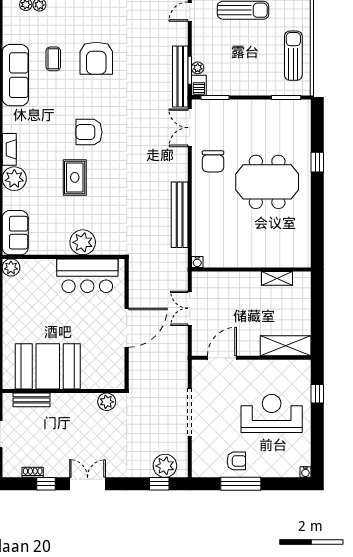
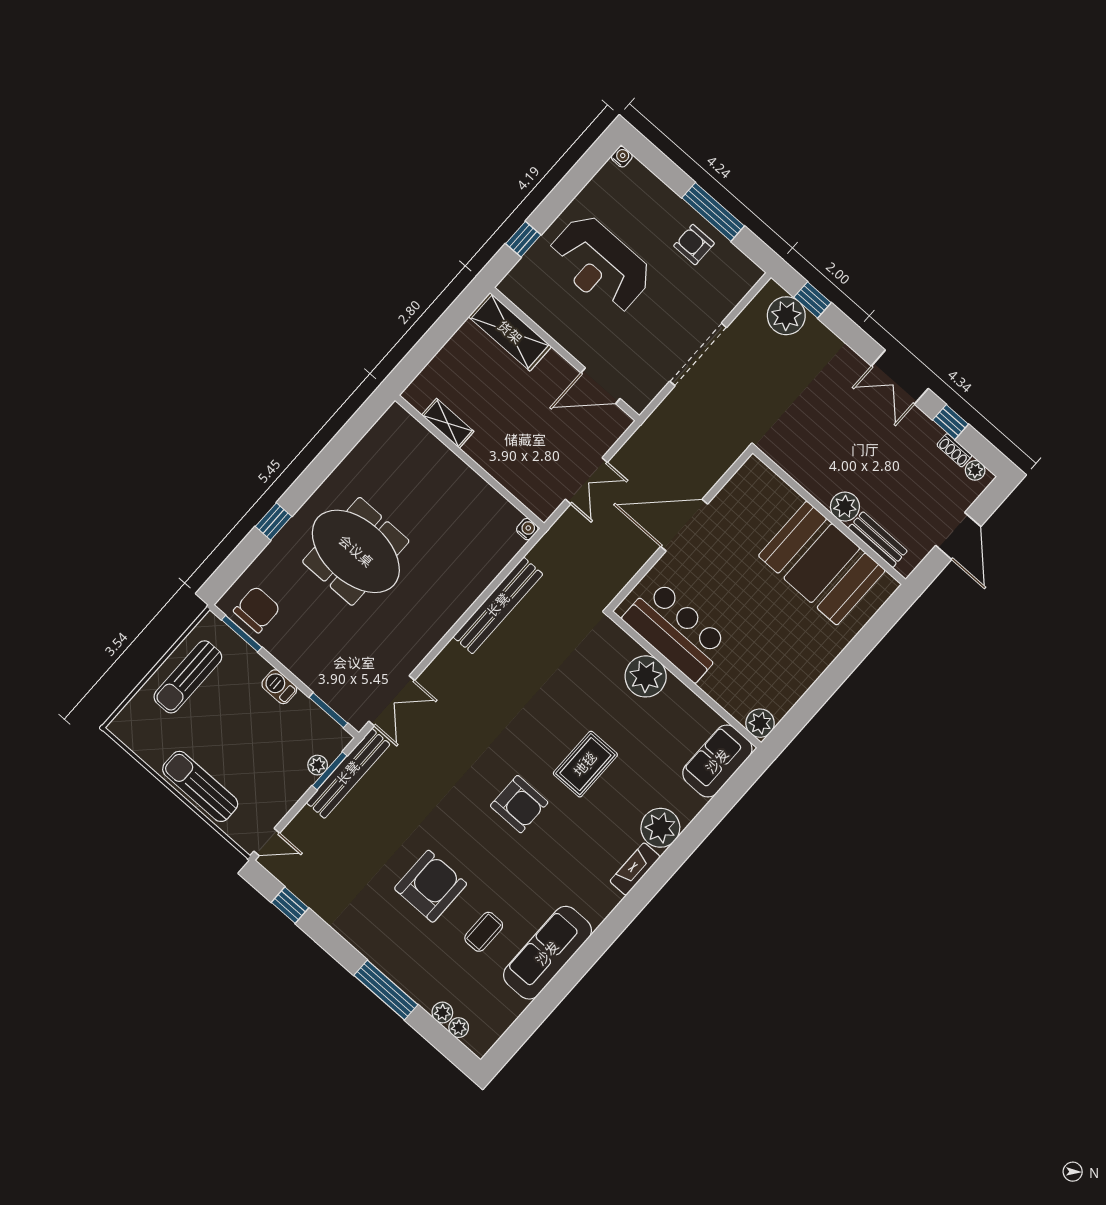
barbecue: (199, 85) -> (279, 687), moved, turned -90
chair: (213, 161) -> (257, 609), moved
plant: (107, 402) -> (845, 507), moved
plant: (15, 471) -> (975, 470), added

